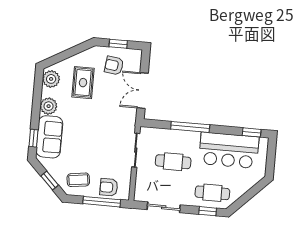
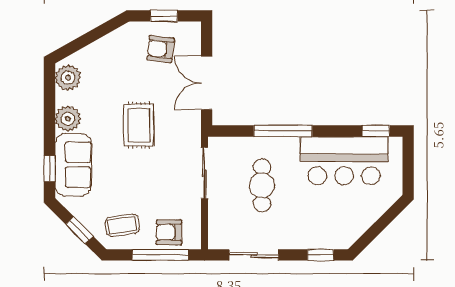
rug: (83, 83) -> (139, 125), moved
cafe table: (173, 162) -> (262, 185), turned 90
cafe table: (212, 193) -> (325, 227), removed

